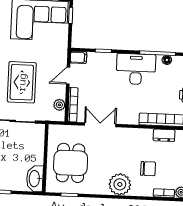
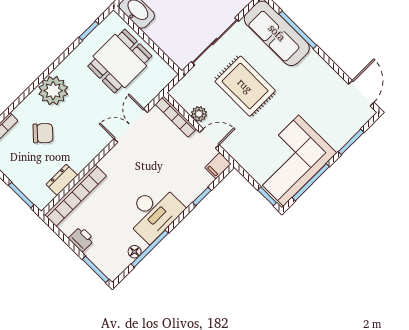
door: (68, 76) -> (209, 139), hinge flipped
plant: (59, 105) -> (199, 114), moved
double door: (100, 125) -> (131, 126), swing flipped
dining table: (71, 163) -> (120, 61), turned 90
chair: (148, 169) -> (43, 133), turned -137

